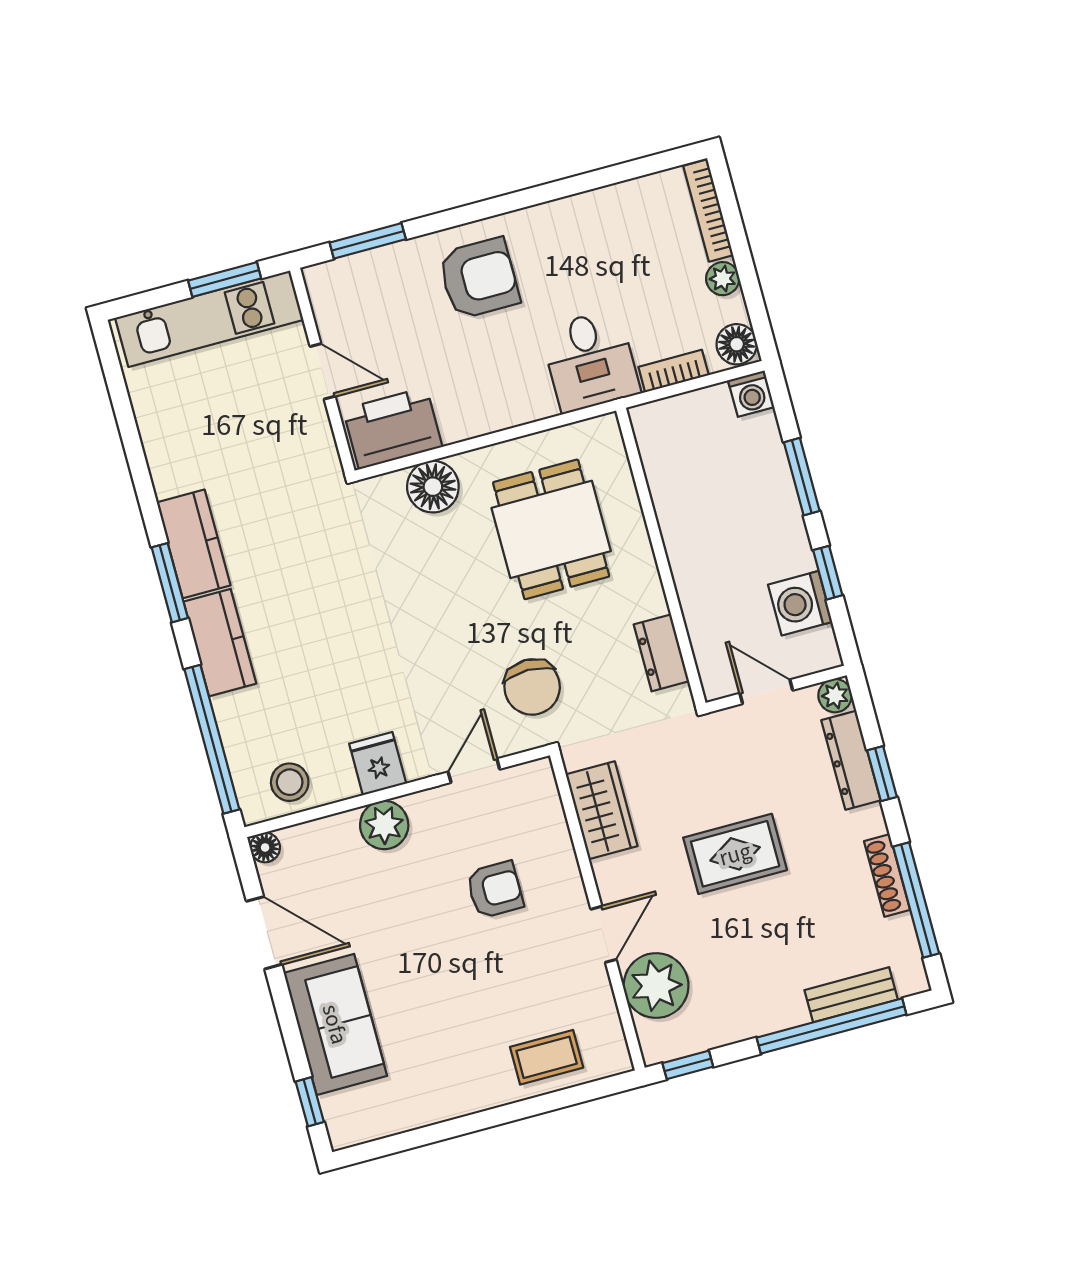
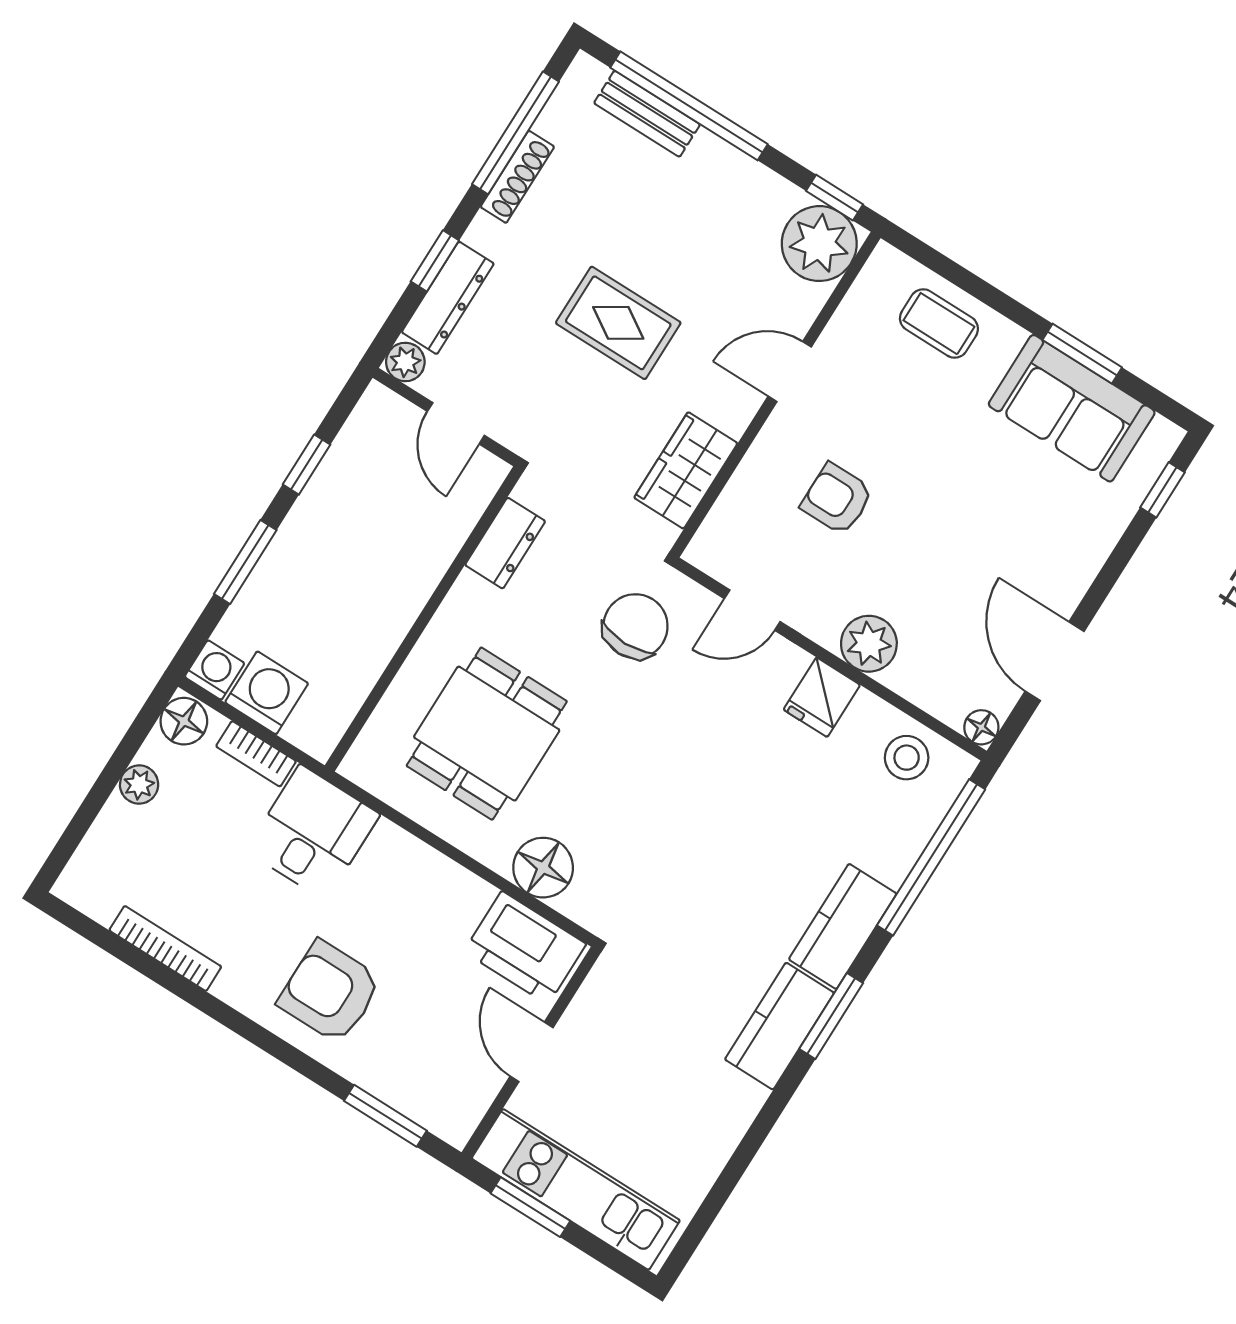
bookcase: (708, 210) -> (165, 948), moved, turned -90
washing machine: (800, 603) -> (267, 693), moved, turned -90
plant: (656, 986) -> (819, 244), moved
sofa: (335, 1024) -> (1072, 408), moved, turned -90
window: (443, 1131) -> (1082, 354), added

